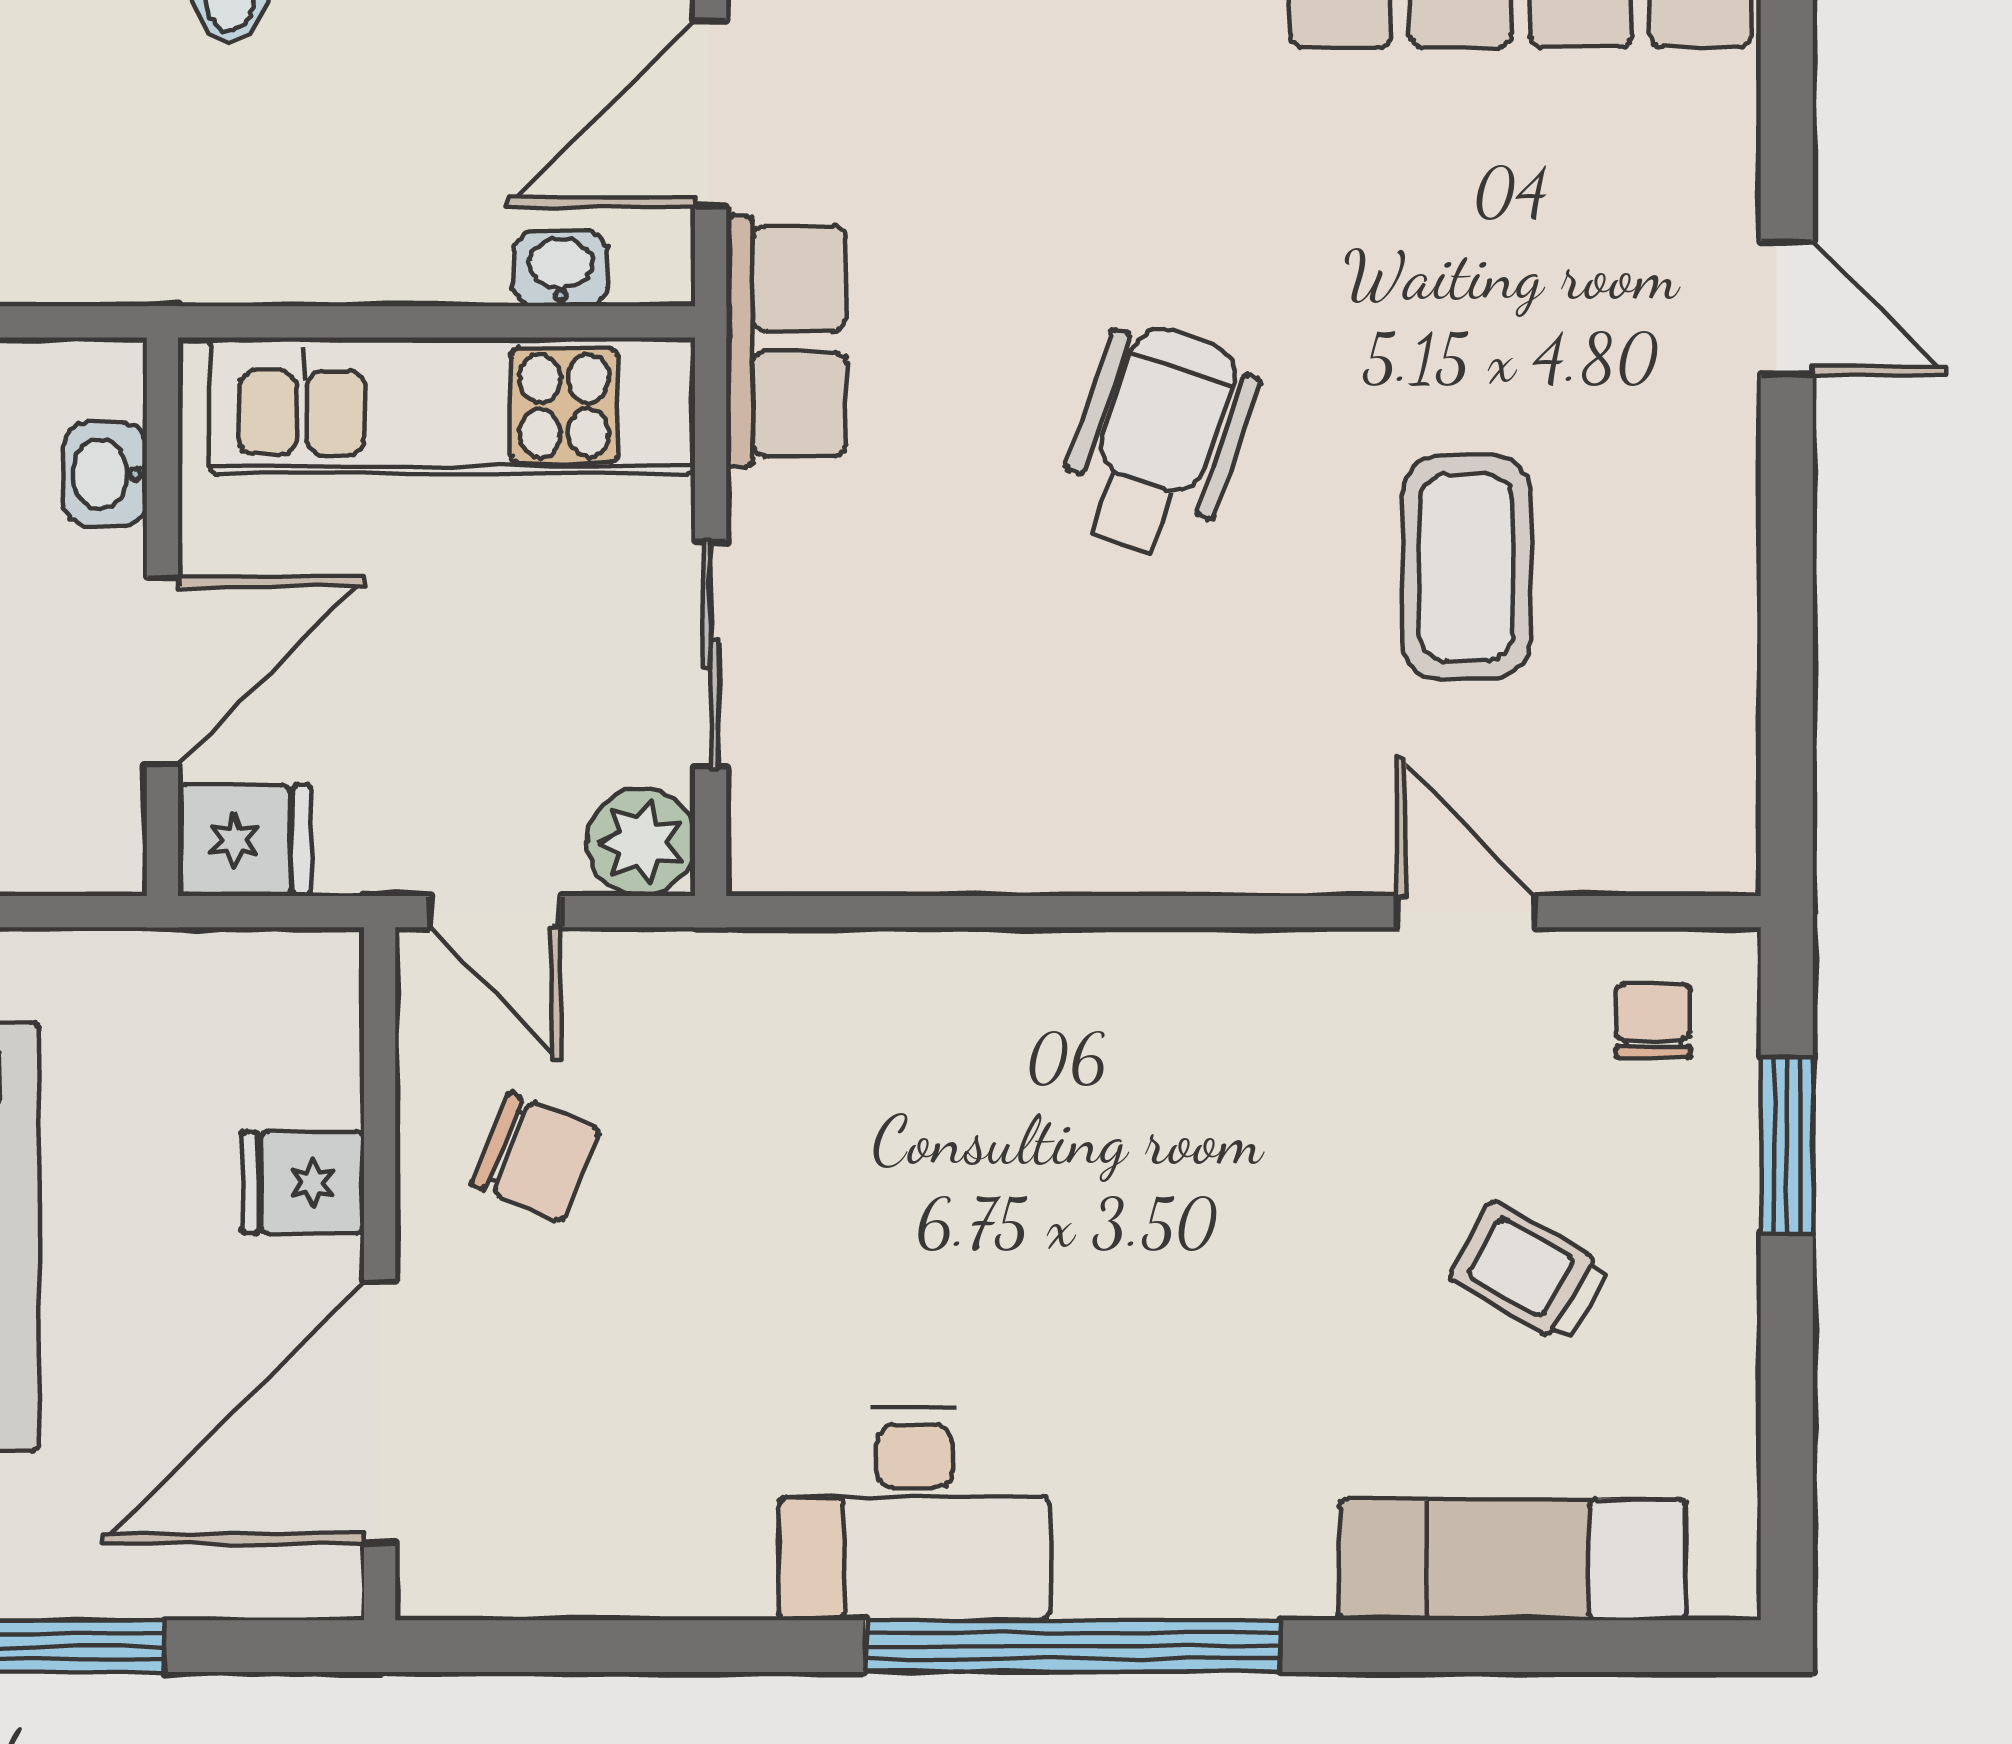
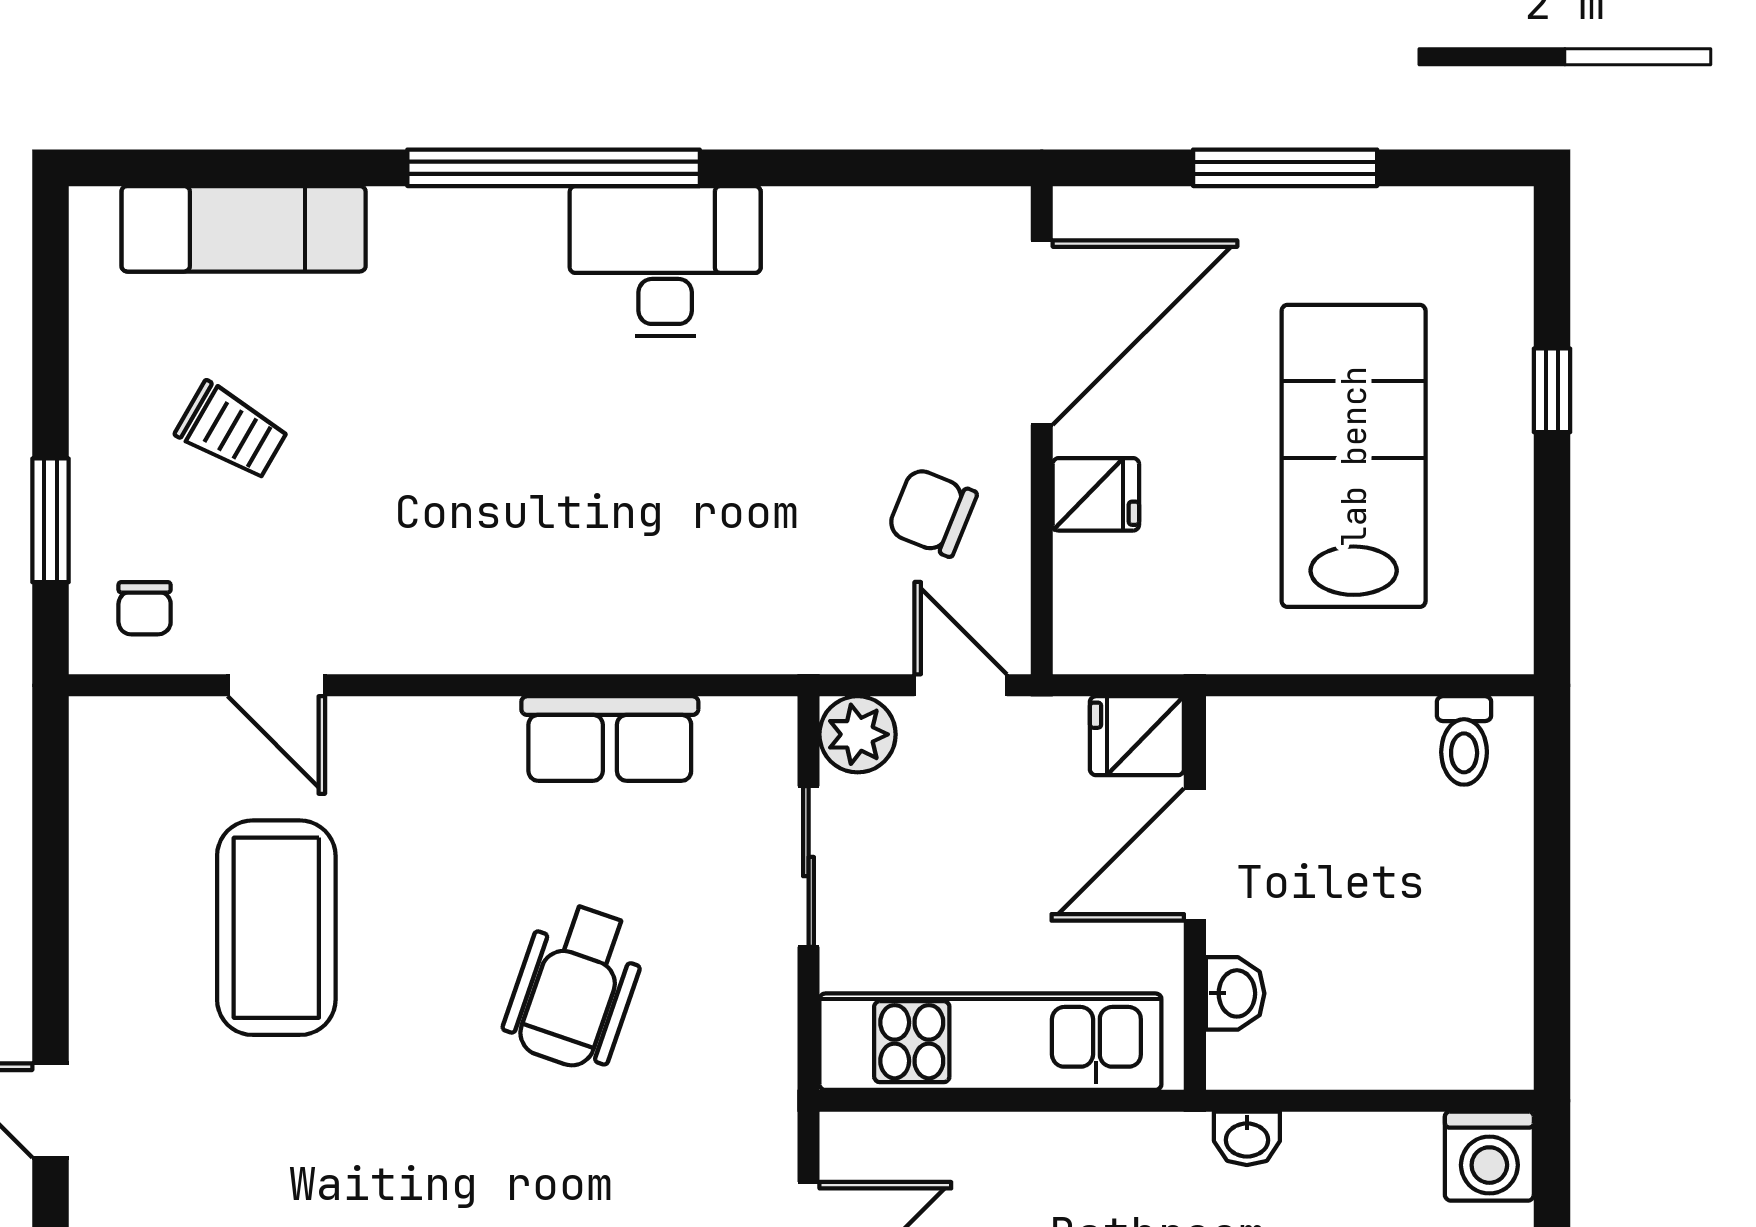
washbasin: (560, 268) -> (1247, 1138), moved
row of seats: (786, 341) -> (610, 739), moved, turned -90
wheelchair: (1157, 441) -> (575, 986), moved
coffee table: (1466, 567) -> (276, 928), width x1.36, depth x1.32

